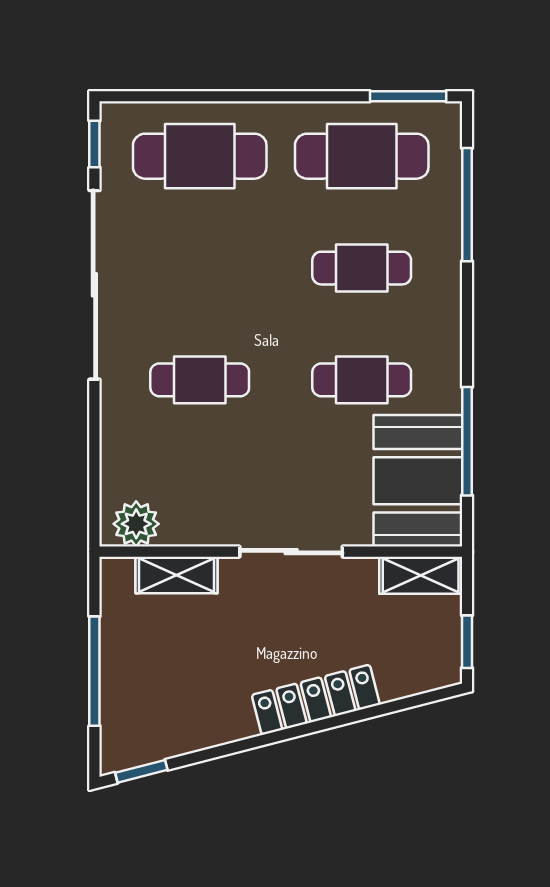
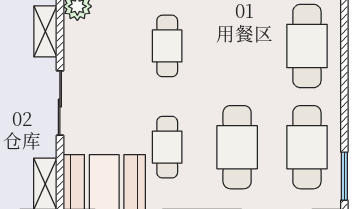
cafe table: (362, 268) -> (237, 147), width x1.37, depth x1.35

